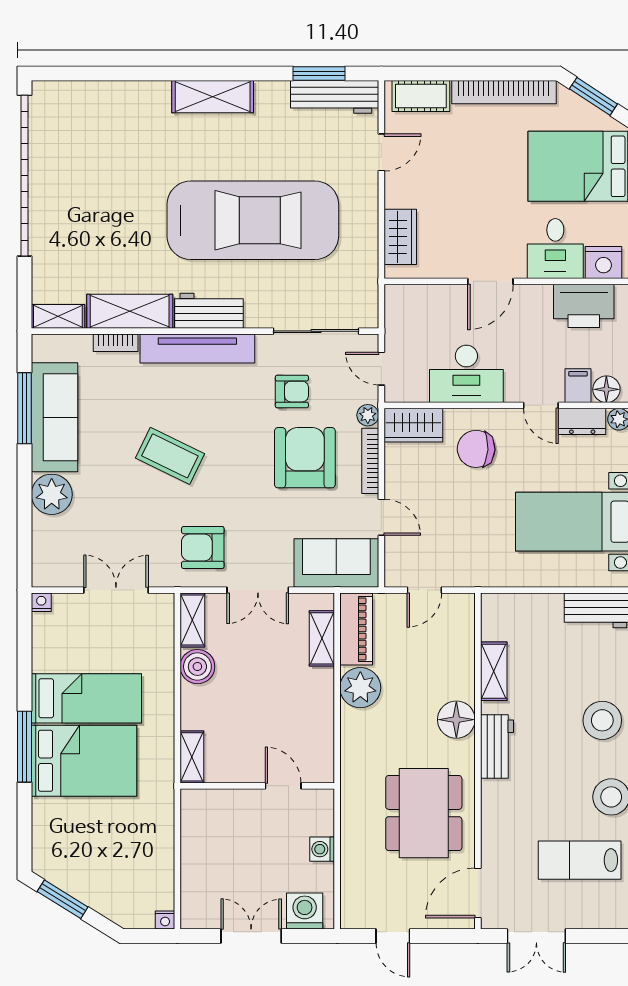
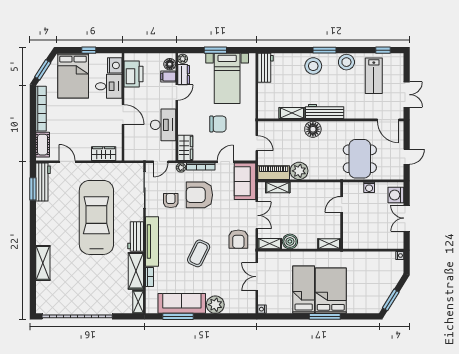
shelving: (213, 97) -> (43, 263), moved
chair: (476, 449) -> (218, 124), moved, turned -93
workbench: (497, 747) -> (325, 112), width x1.37
dining table: (424, 813) -> (360, 159), moved, turned 90

